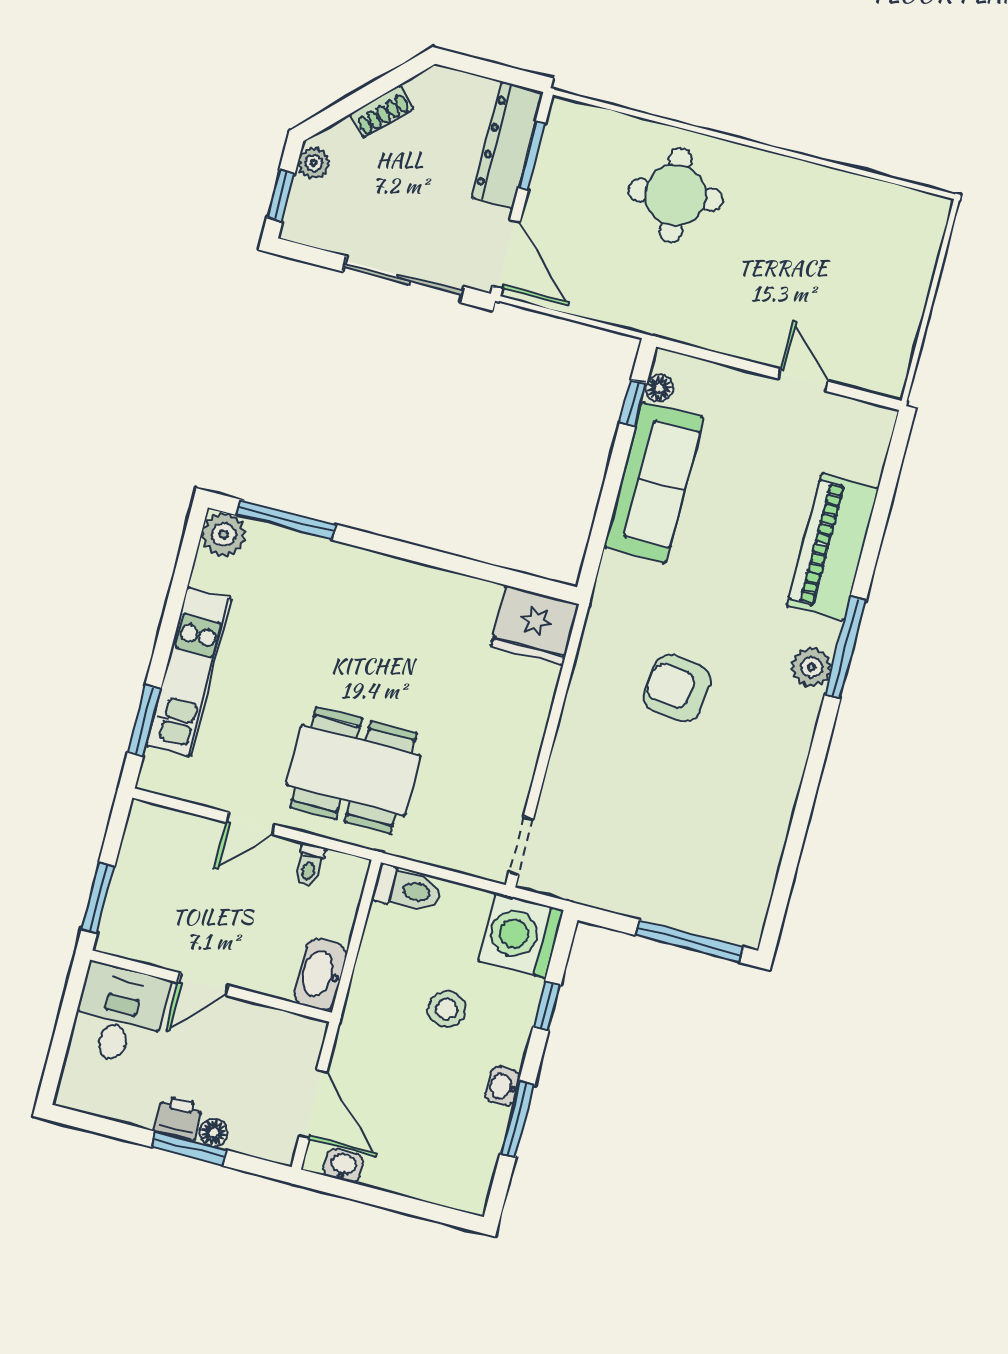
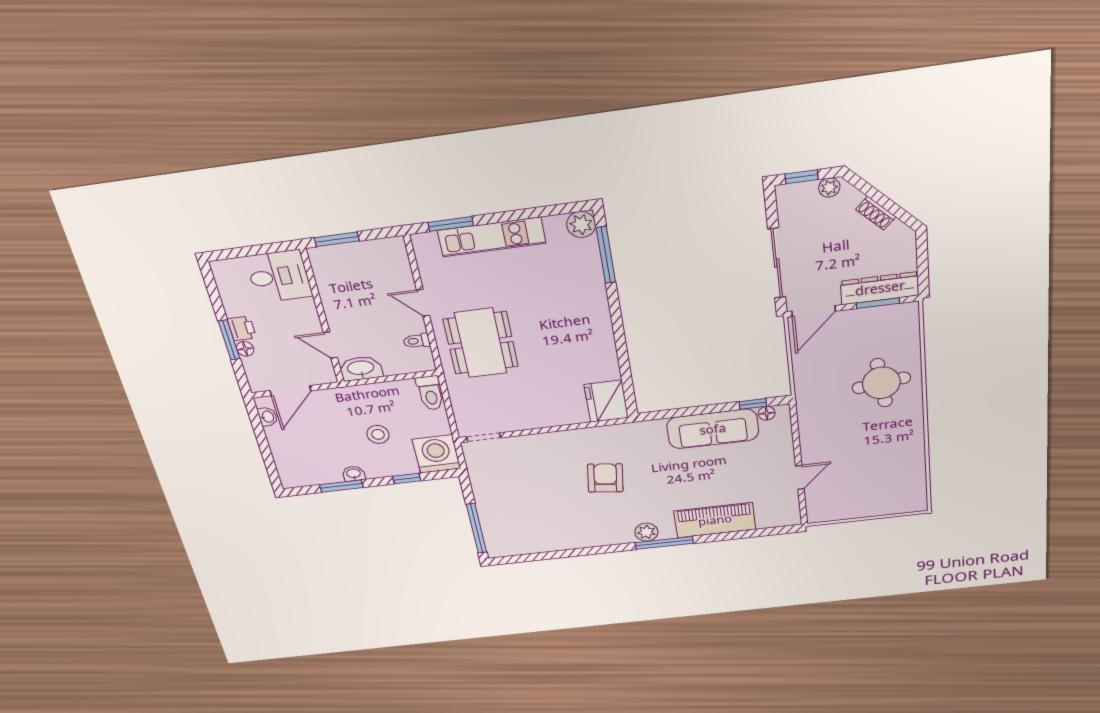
door: (203, 984) -> (330, 345), moved

